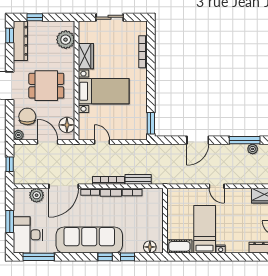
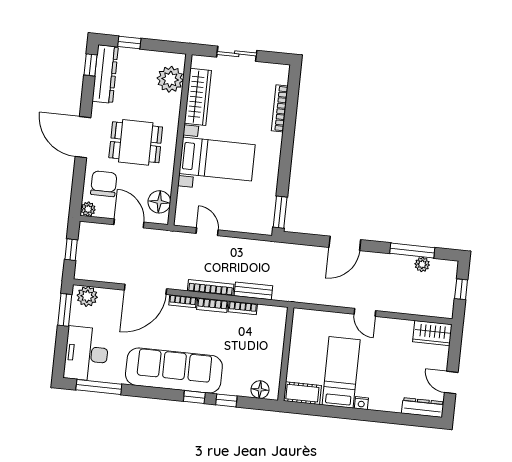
wardrobe: (86, 56) -> (198, 97), width x1.50
plant: (37, 195) -> (87, 296), moved
window: (10, 221) -> (65, 310), moved

